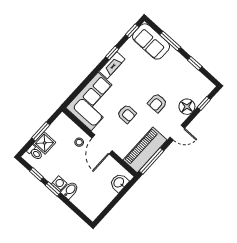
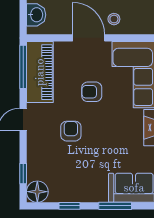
floor lamp: (187, 107) -> (37, 192), moved

